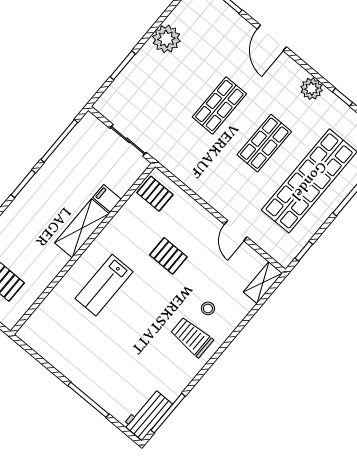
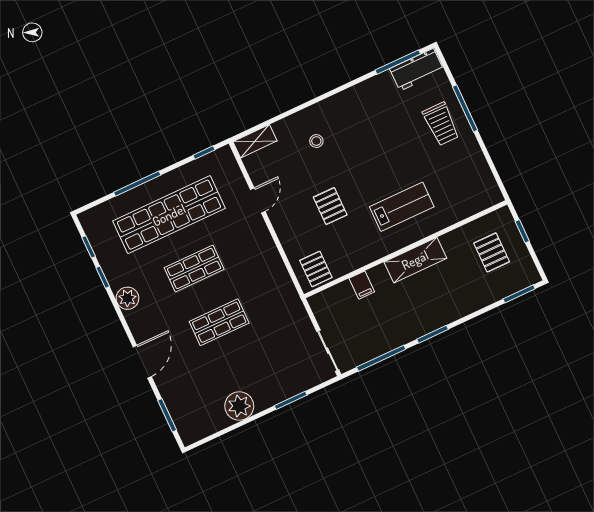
sliding door: (128, 140) -> (328, 351), moved
shelving: (82, 228) -> (415, 260), moved
trolley: (192, 337) -> (441, 124), moved

